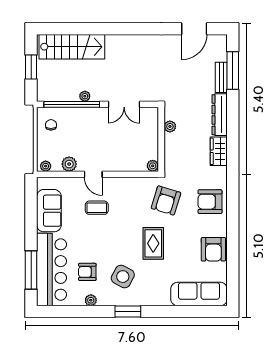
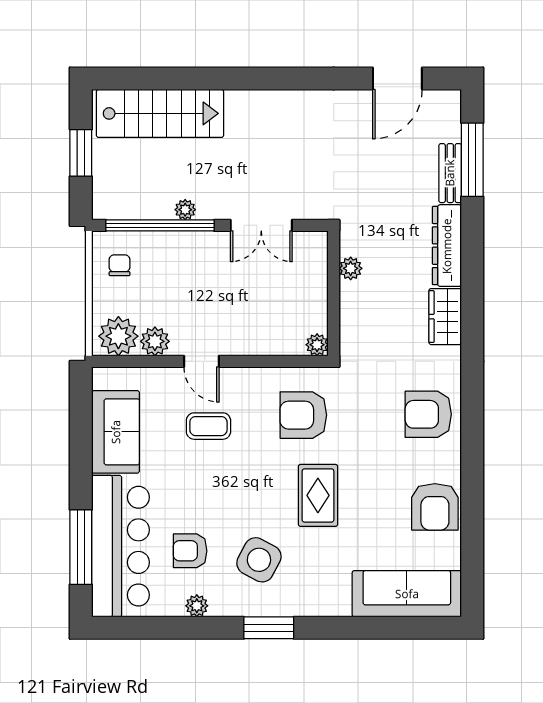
plant: (46, 166) -> (118, 336), width x1.88, depth x1.88
armchair: (166, 200) -> (303, 415), moved, turned 73

